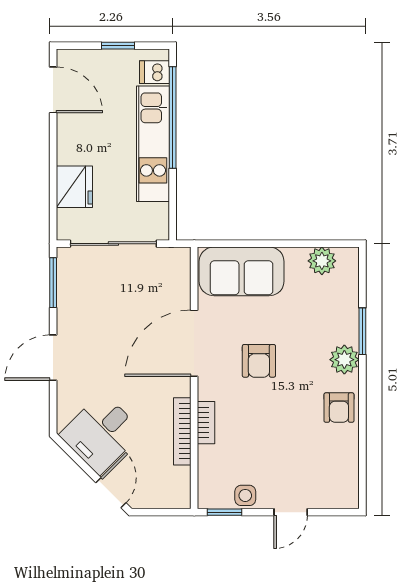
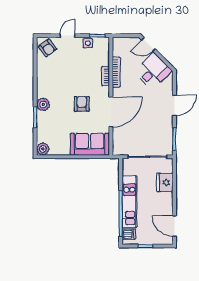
plant: (322, 261) -> (43, 149), moved
armchair: (339, 408) -> (48, 48), moved, turned 143
door: (111, 493) -> (148, 44), hinge flipped

